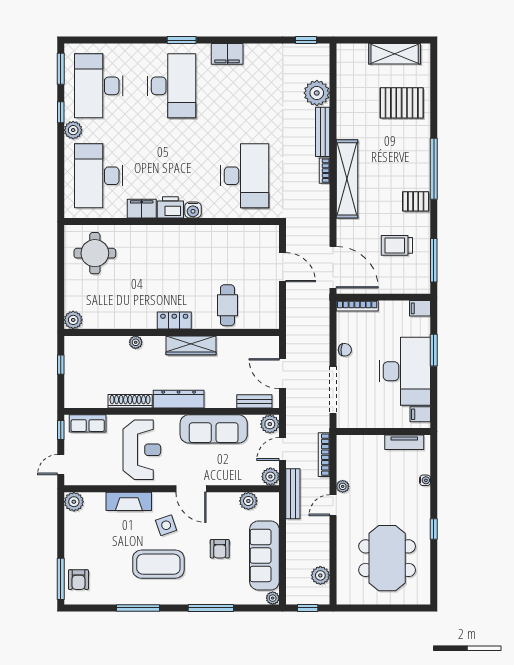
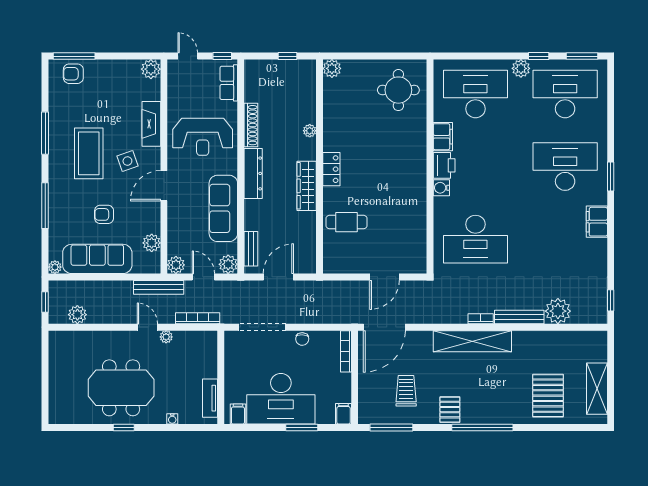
desk: (172, 86) -> (565, 167), turned 180
meeting table: (387, 558) -> (121, 388), moved

